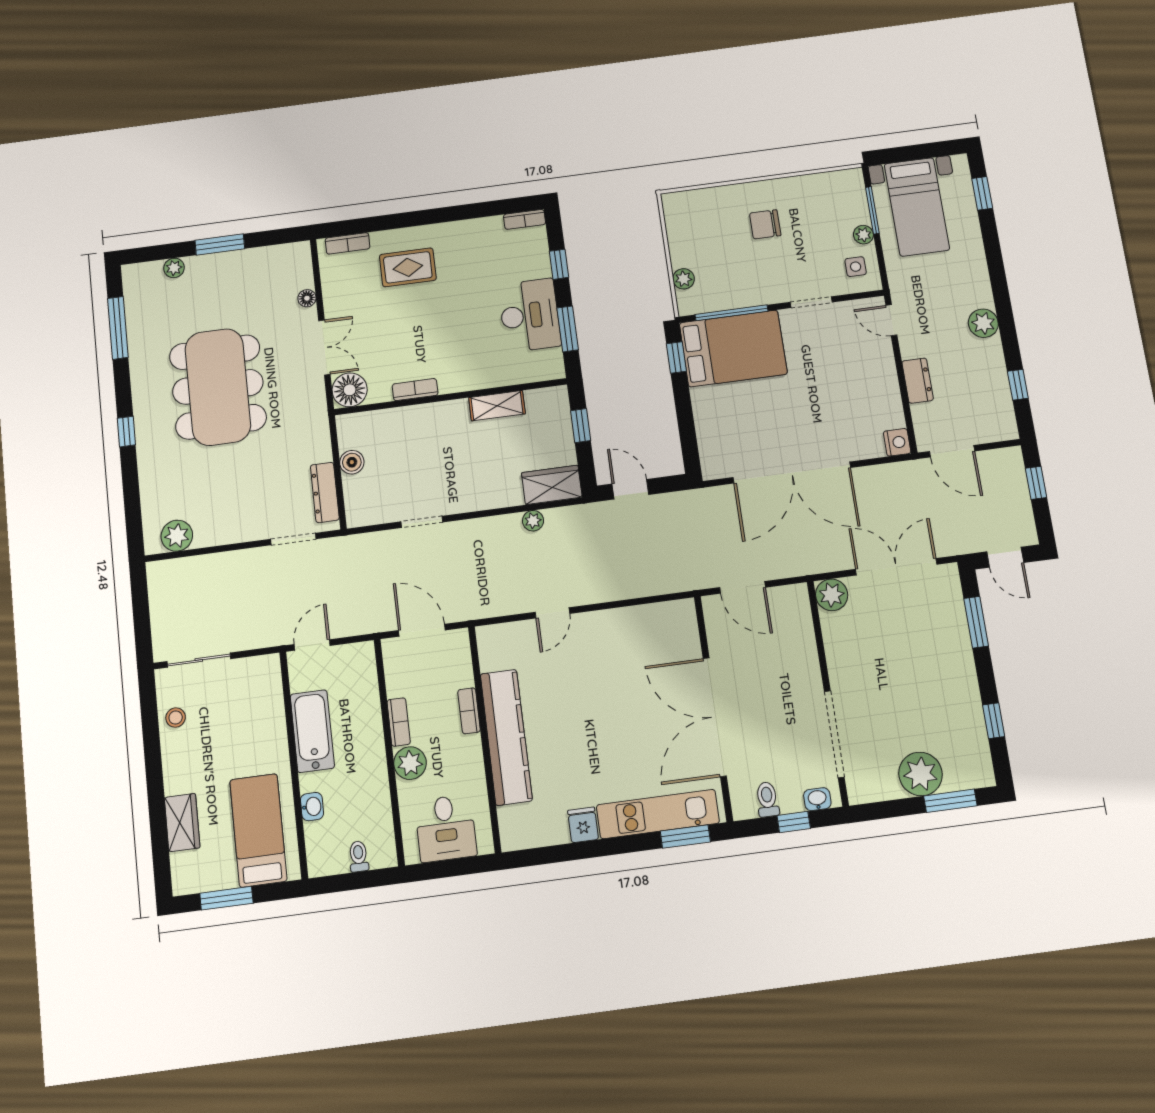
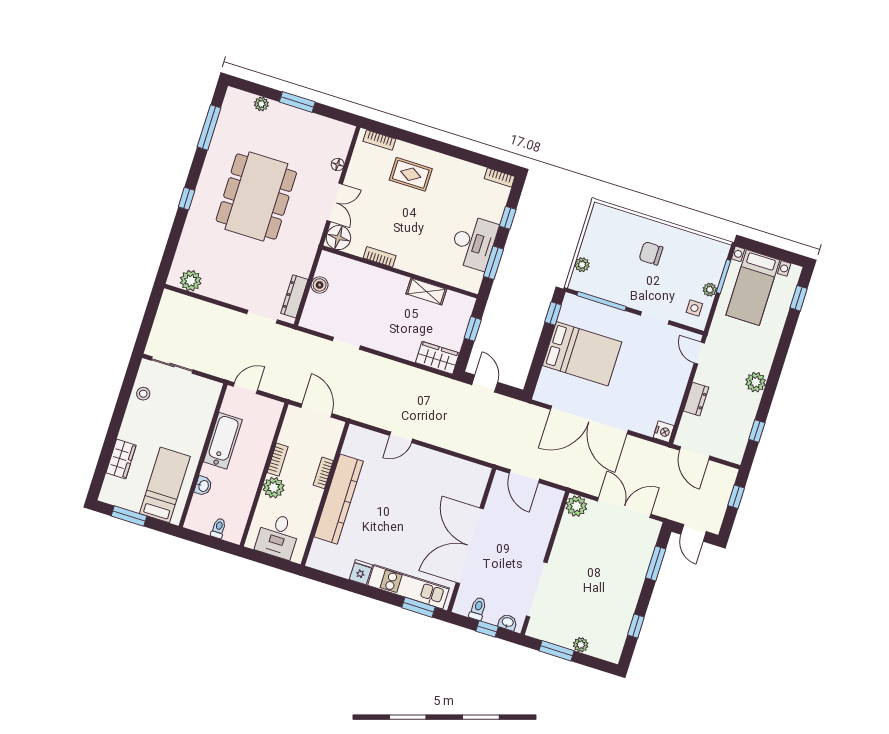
bed: (733, 348) -> (582, 354), moved
plant: (533, 521) -> (415, 375), removed
plant: (920, 774) -> (581, 645), width x0.53, depth x0.53
window: (950, 801) -> (556, 651), moved

